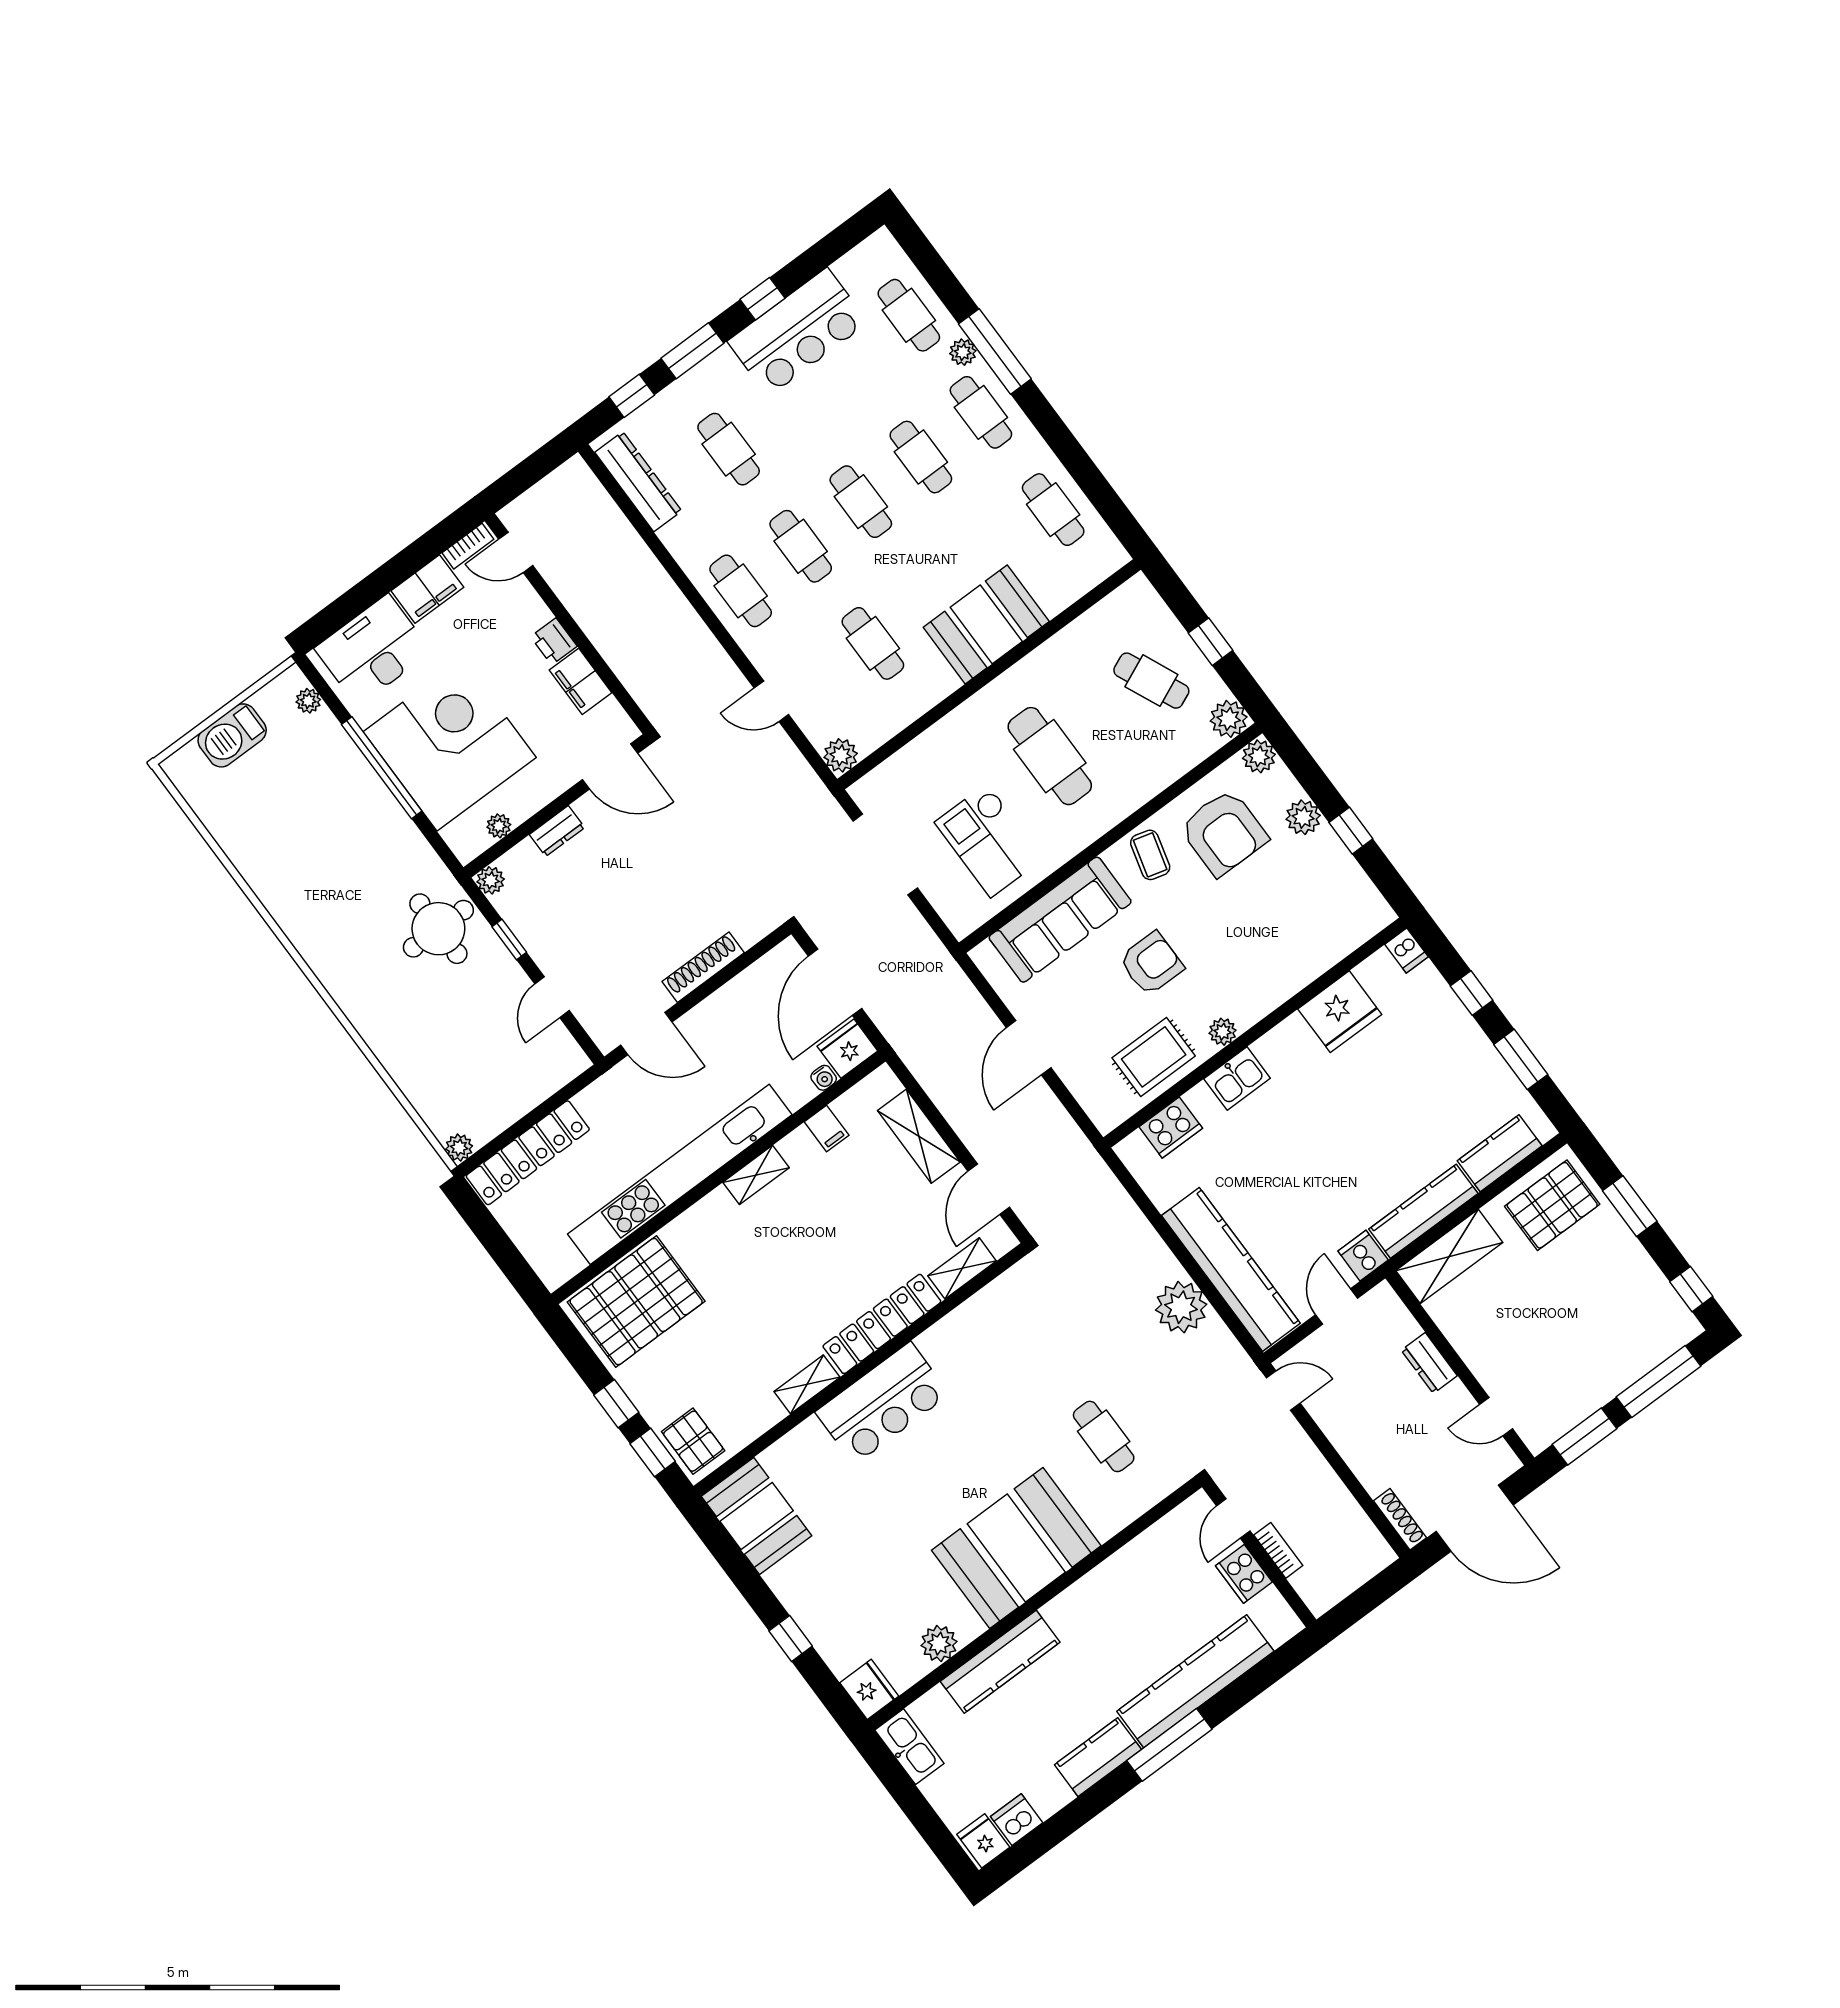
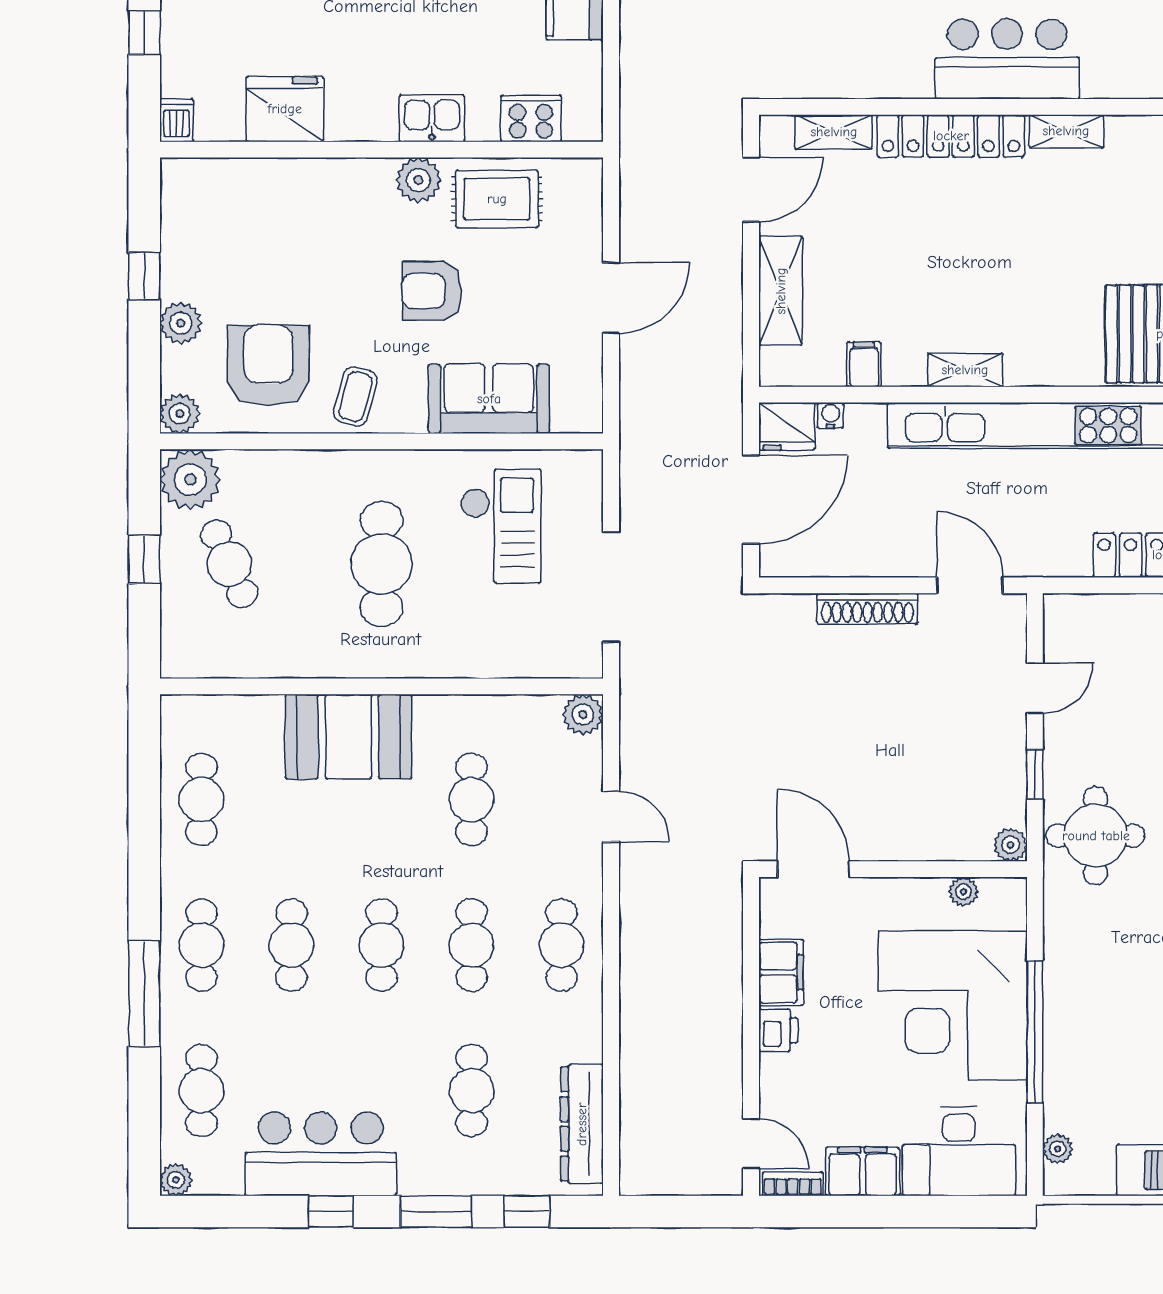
plant: (963, 352) -> (176, 1180), moved
plant: (1229, 719) -> (190, 480), width x1.36, depth x1.36
dresser: (557, 831) -> (911, 845), removed
sofa: (1060, 920) -> (489, 399), width x0.73
plant: (1223, 1032) -> (418, 180), width x1.38, depth x1.38

